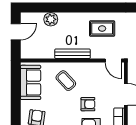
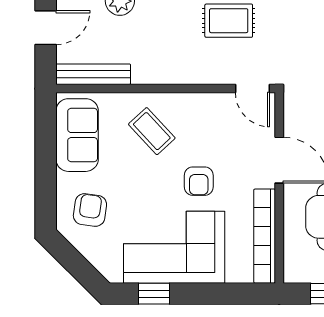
bench: (73, 54) -> (93, 74), moved
armchair: (88, 104) -> (199, 181), turned 90

